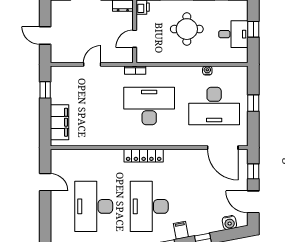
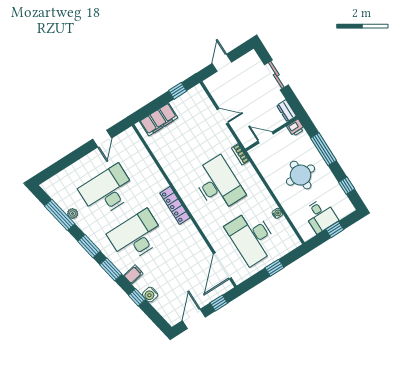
water cooler: (229, 223) -> (150, 295), moved

